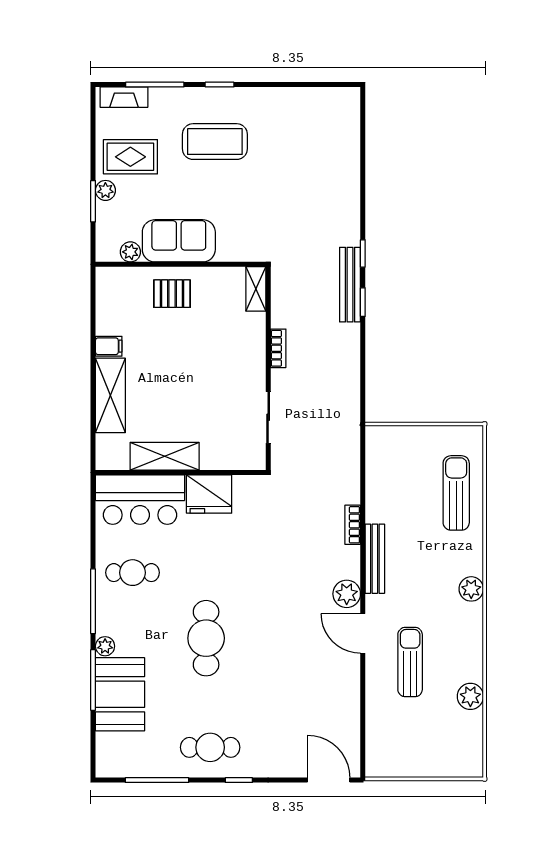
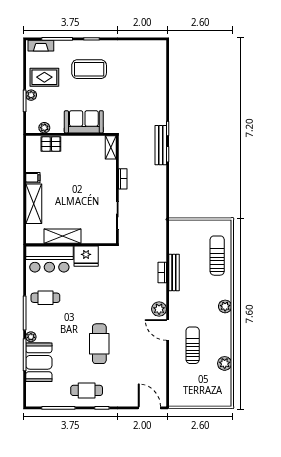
sofa: (179, 241) -> (84, 122), moved
pallet: (172, 294) -> (51, 144), moved
bench: (375, 559) -> (174, 273), moved
cafe table: (206, 638) -> (99, 344), moved

